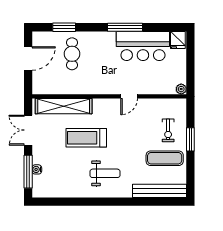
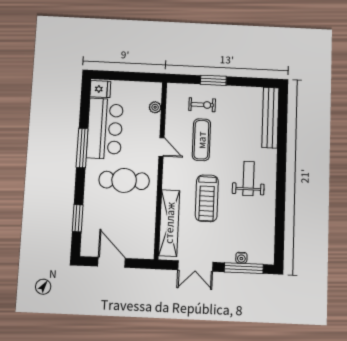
cafe table: (72, 54) -> (124, 180), moved, width x1.37, depth x1.35
plant: (181, 89) -> (155, 107), moved
exercise mat: (165, 158) -> (201, 140), moved

